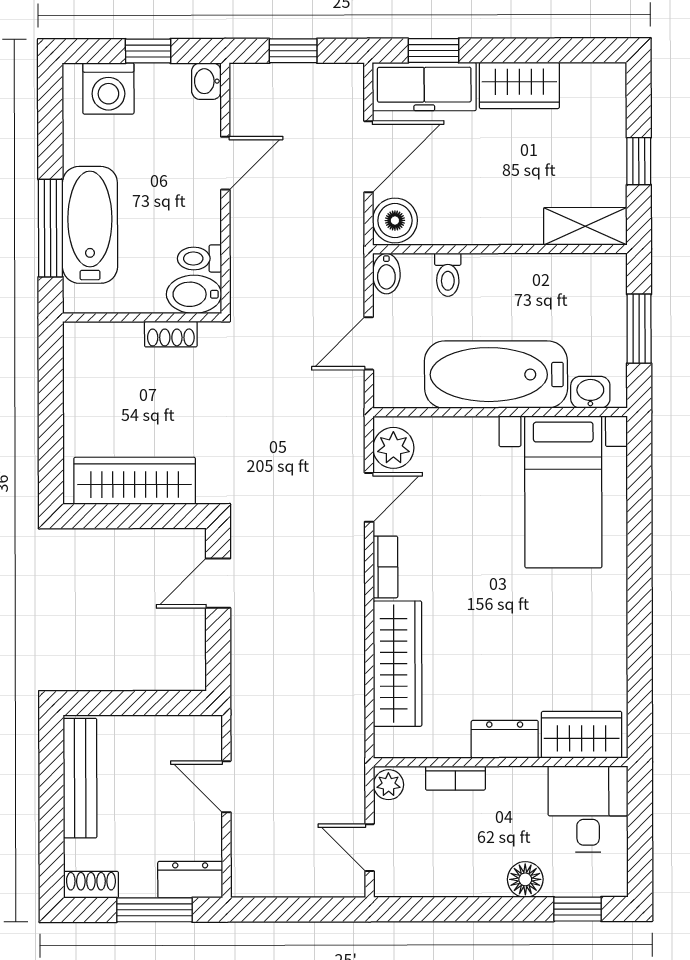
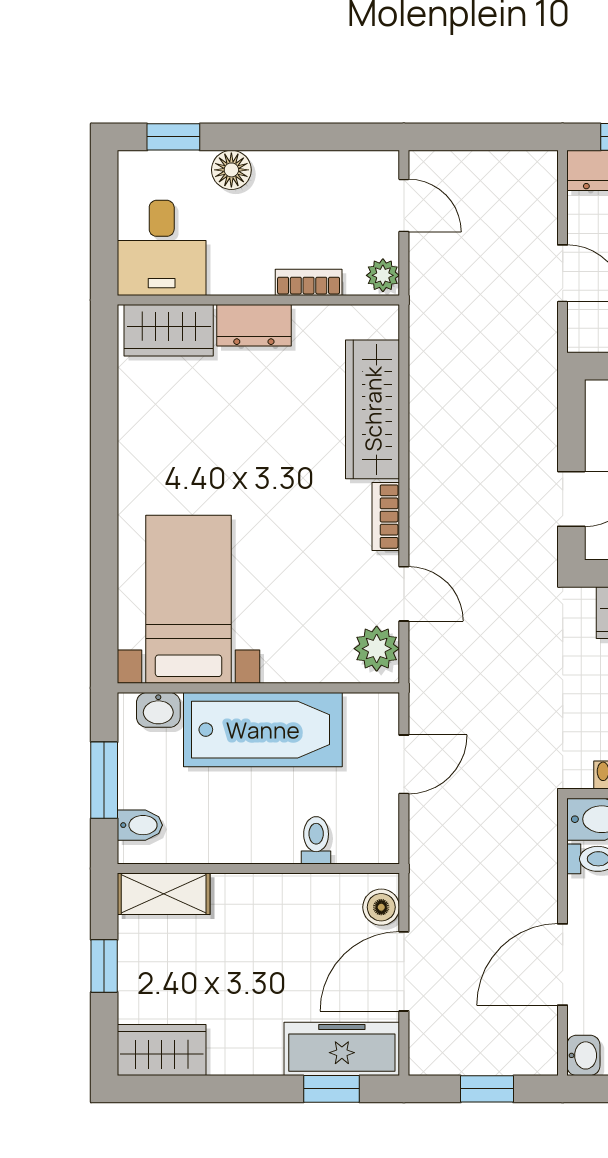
wardrobe: (519, 85) -> (162, 1050), moved
door: (225, 163) -> (563, 964), width x1.38
boiler: (395, 221) -> (381, 907), width x0.73, depth x0.73
bidet: (386, 274) -> (140, 825), moved, turned 90
door: (369, 497) -> (404, 594), swing flipped

